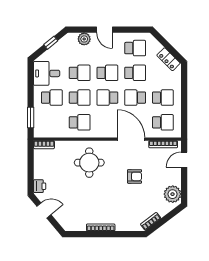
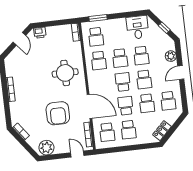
school desk: (52, 98) -> (96, 37), moved
door: (131, 139) -> (89, 106), hinge flipped
armchair: (135, 176) -> (58, 113), width x1.88, depth x1.88

